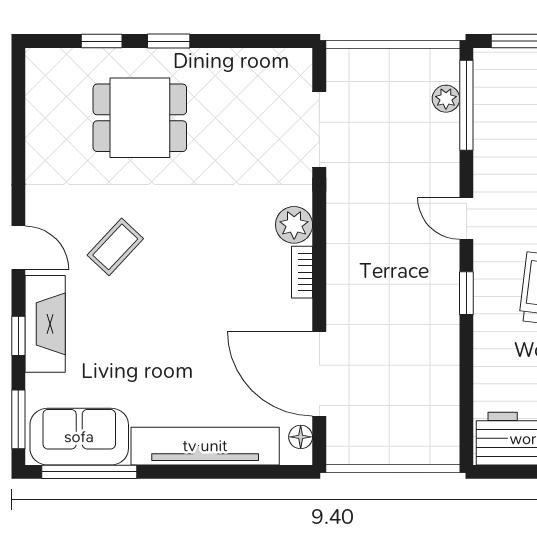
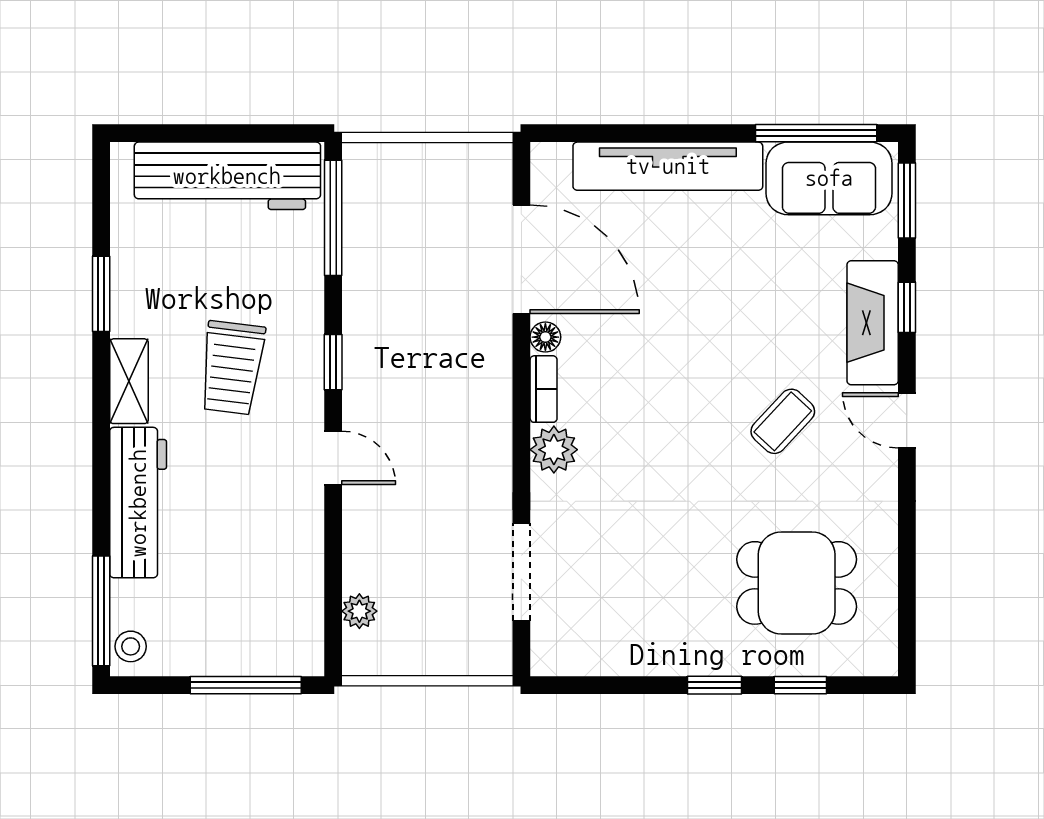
window: (466, 105) -> (333, 218), moved
dining table: (140, 118) -> (797, 583), moved
floor lamp: (301, 437) -> (545, 337), moved

